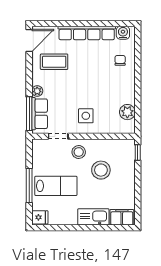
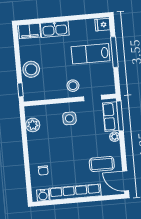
door: (29, 40) -> (126, 181), hinge flipped
stool: (101, 170) -> (31, 69), moved

